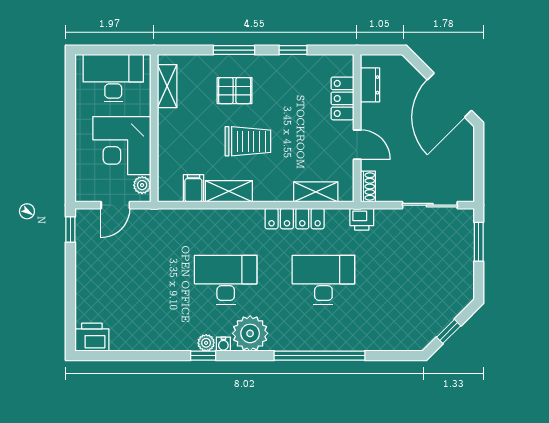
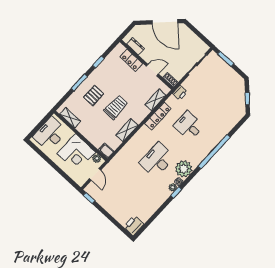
filing cabinet: (193, 188) -> (106, 151), moved
desk: (323, 280) -> (189, 126), width x0.73

